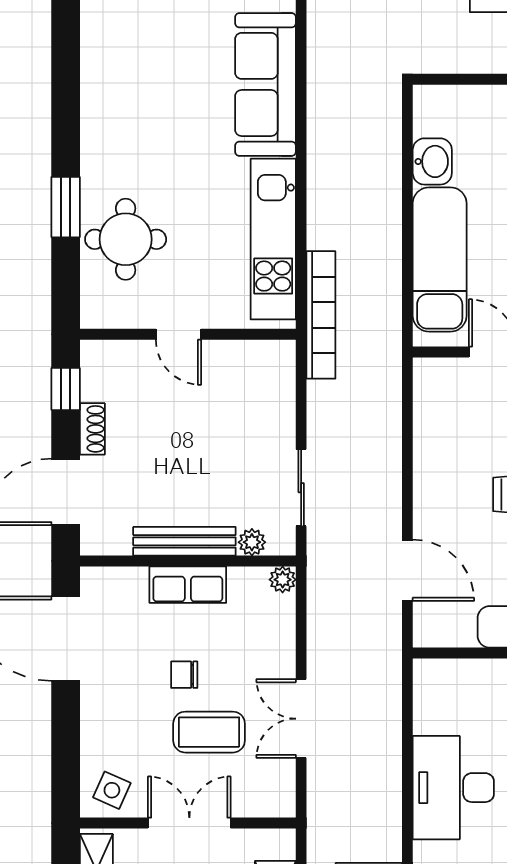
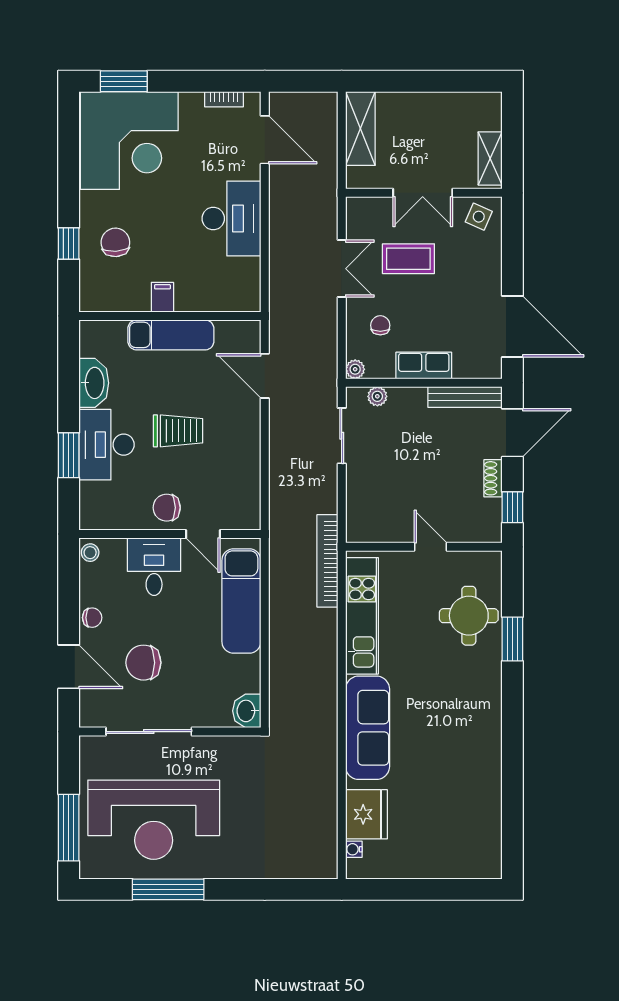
washbasin: (432, 161) -> (247, 711), moved
bench: (184, 541) -> (465, 397), moved
chair: (184, 675) -> (380, 325), moved, turned -90

